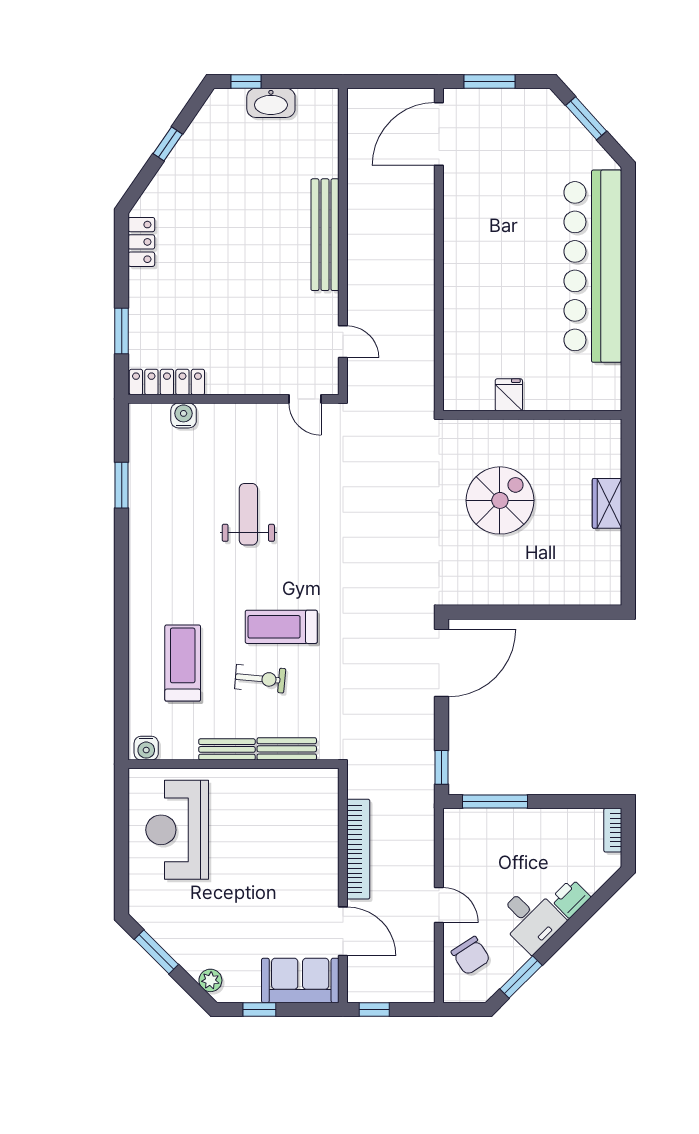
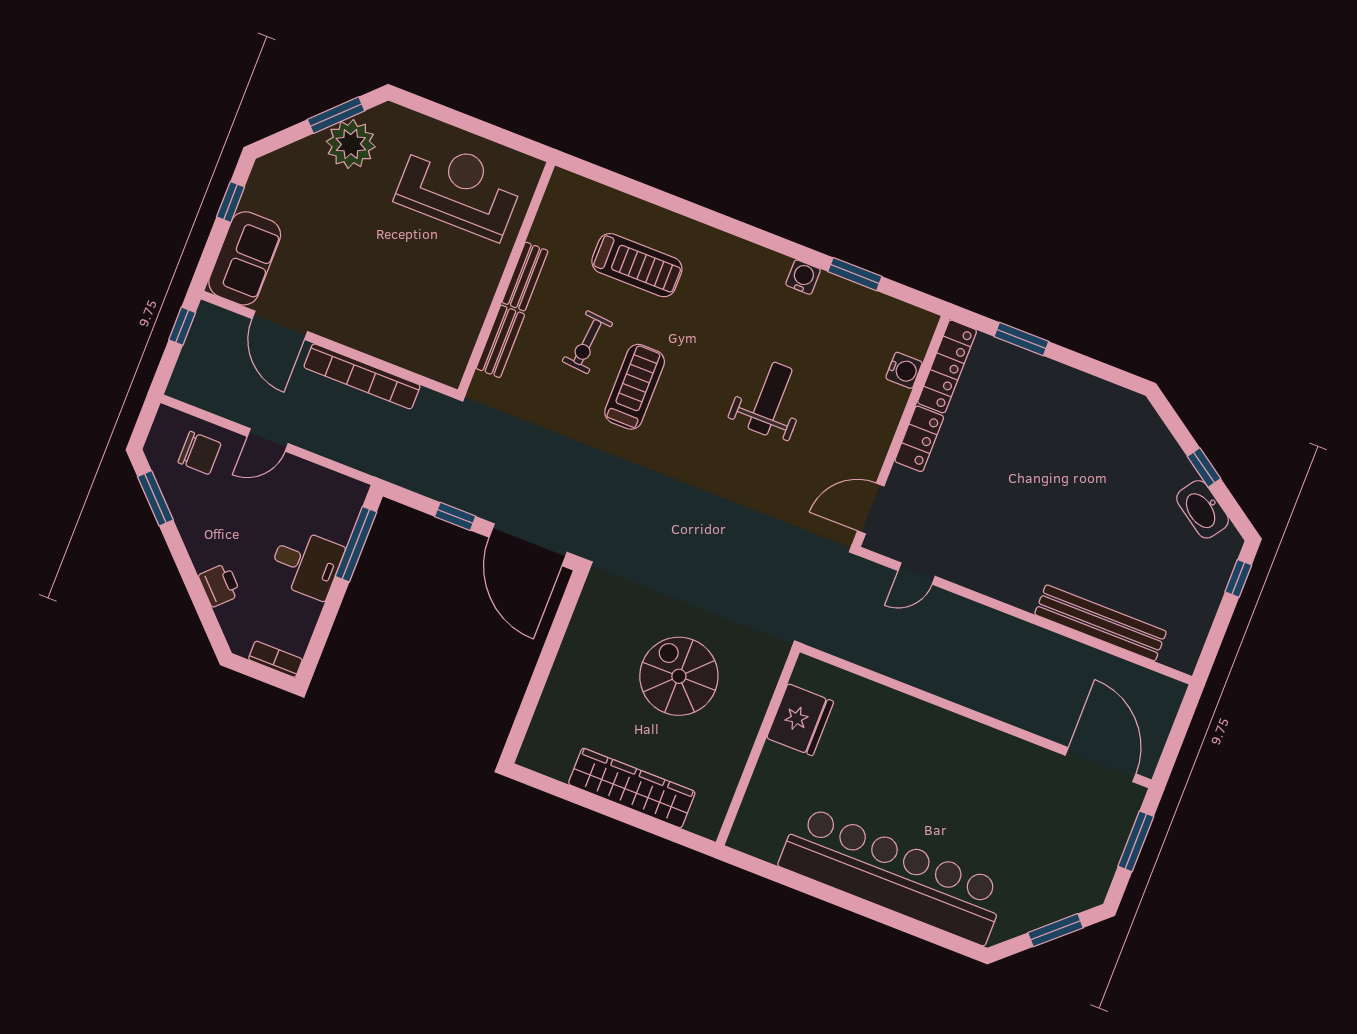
washbasin: (271, 103) -> (1203, 509), moved, turned -56
bench: (325, 235) -> (1100, 623), moved
locker: (141, 242) -> (919, 439), moved, turned -90
fridge: (509, 395) -> (800, 720), width x1.88, depth x1.34
door: (305, 399) -> (871, 508), width x1.38
spiral stairs: (500, 500) -> (679, 676), turned 180
wardrobe: (607, 503) -> (632, 788), width x2.10, depth x1.17
weight bench: (248, 514) -> (770, 399), turned -90
water cooler: (146, 748) -> (803, 277), moved, turned 90
window: (442, 767) -> (455, 516), moved
desk: (531, 919) -> (306, 564), moved, turned -135
door: (343, 931) -> (280, 325), hinge flipped
chair: (471, 956) -> (200, 453), turned -147
plant: (210, 980) -> (351, 144), moved, width x1.88, depth x1.88

